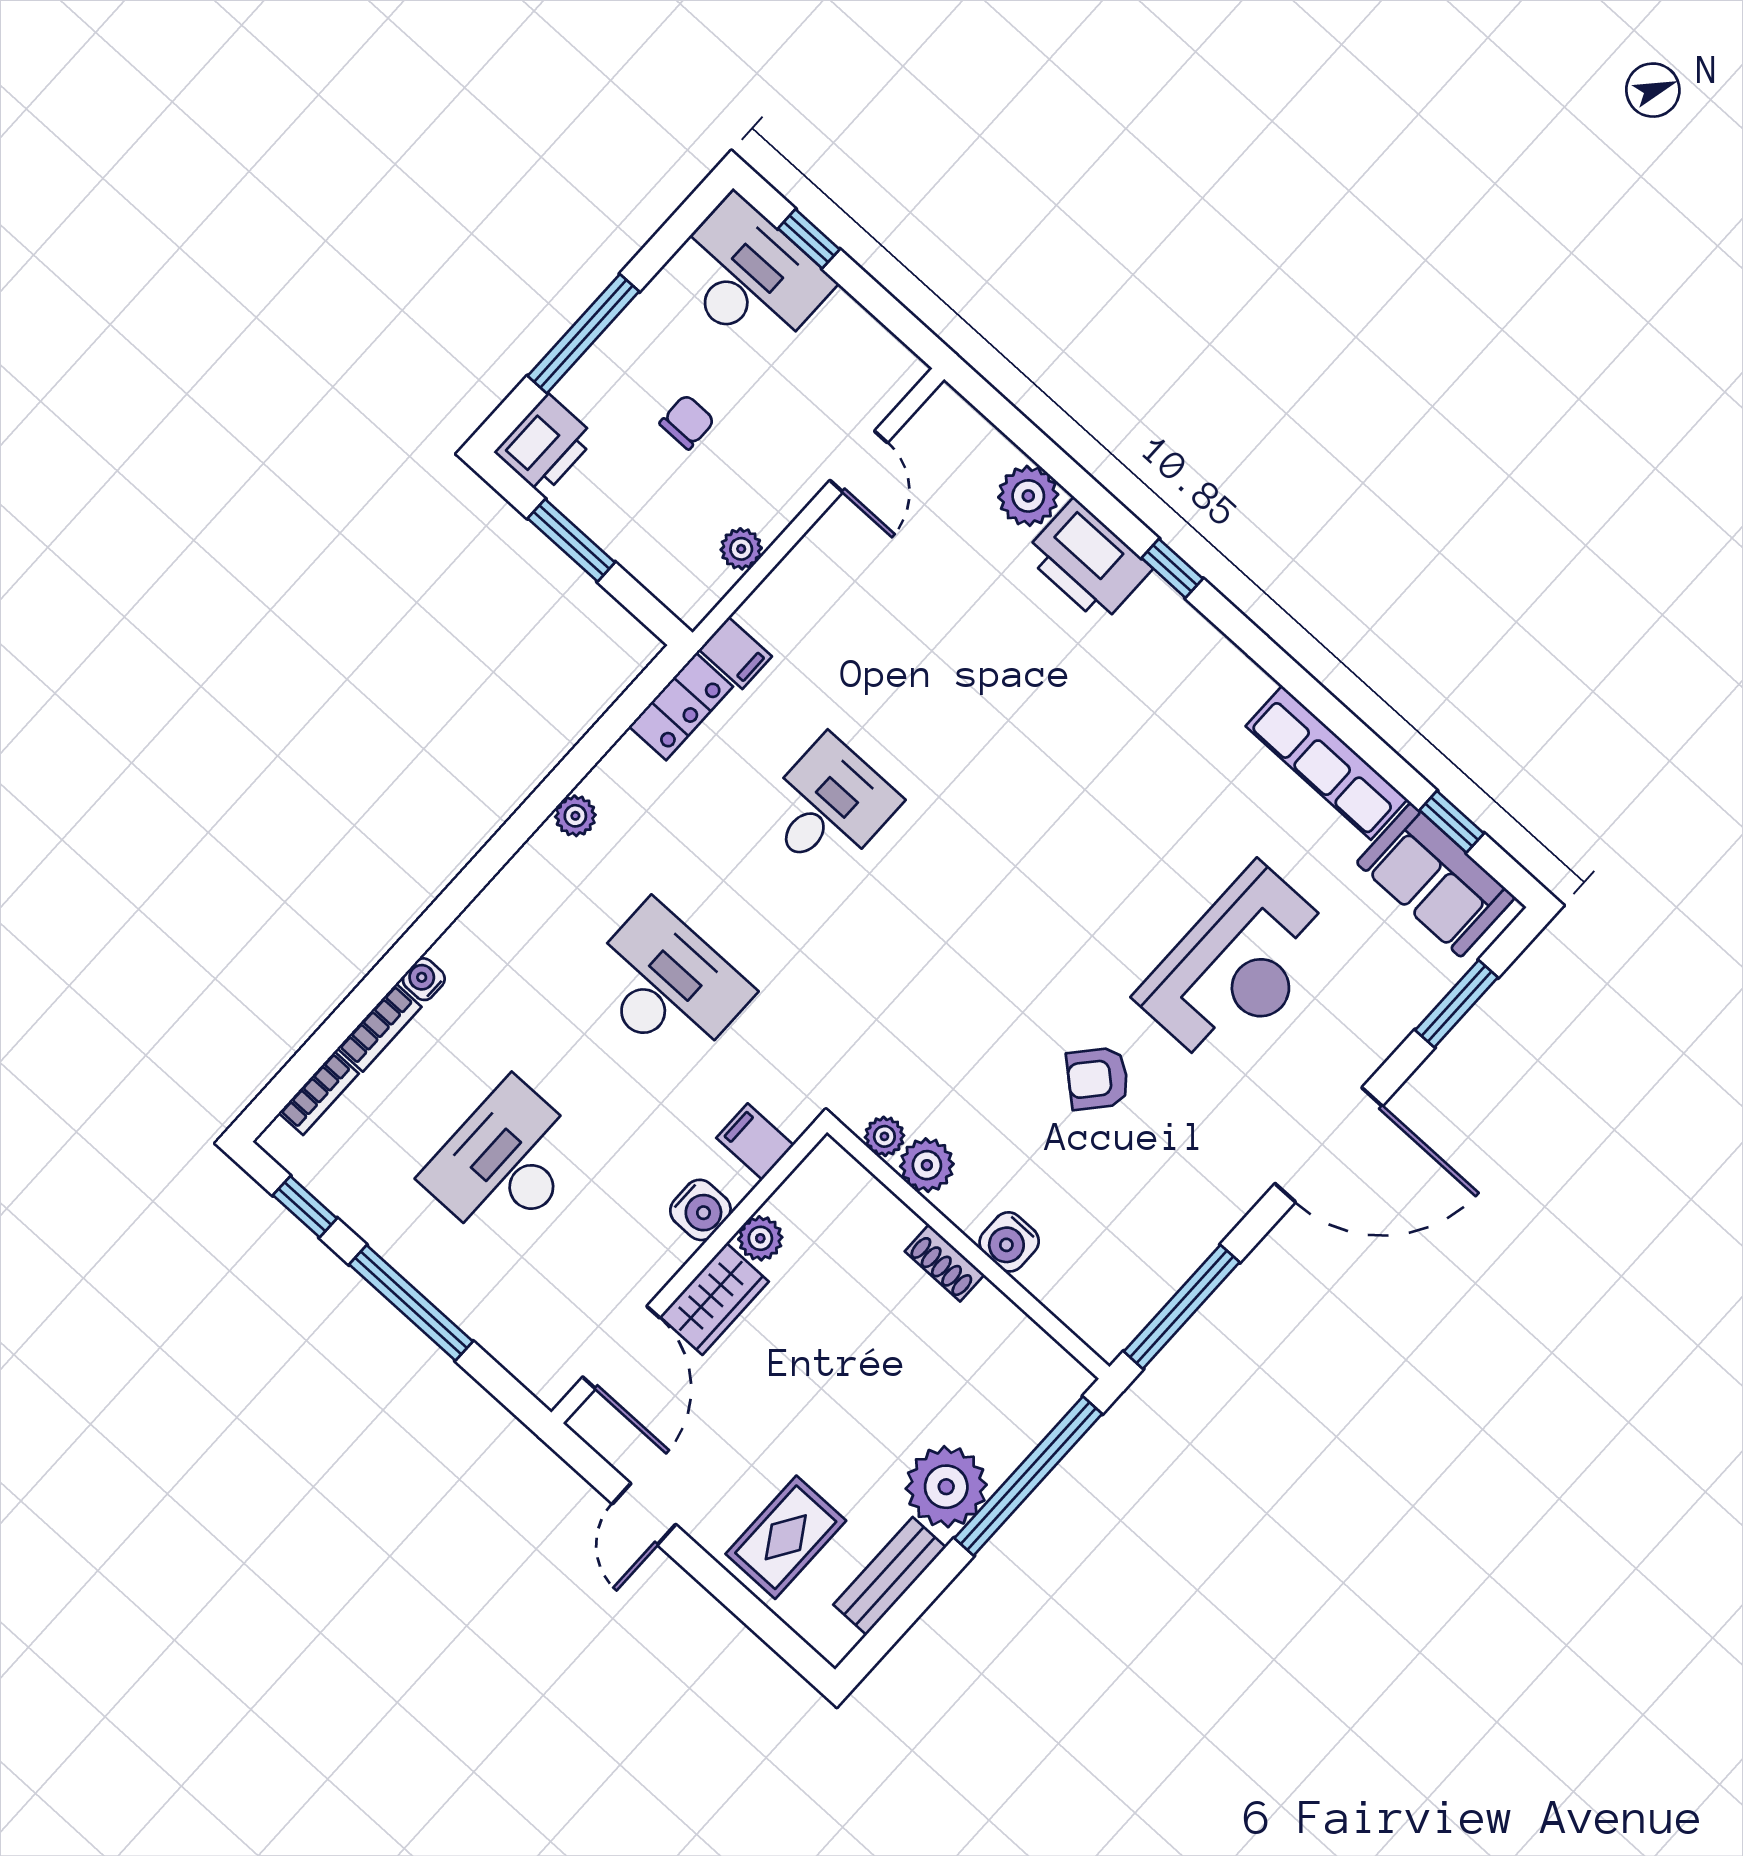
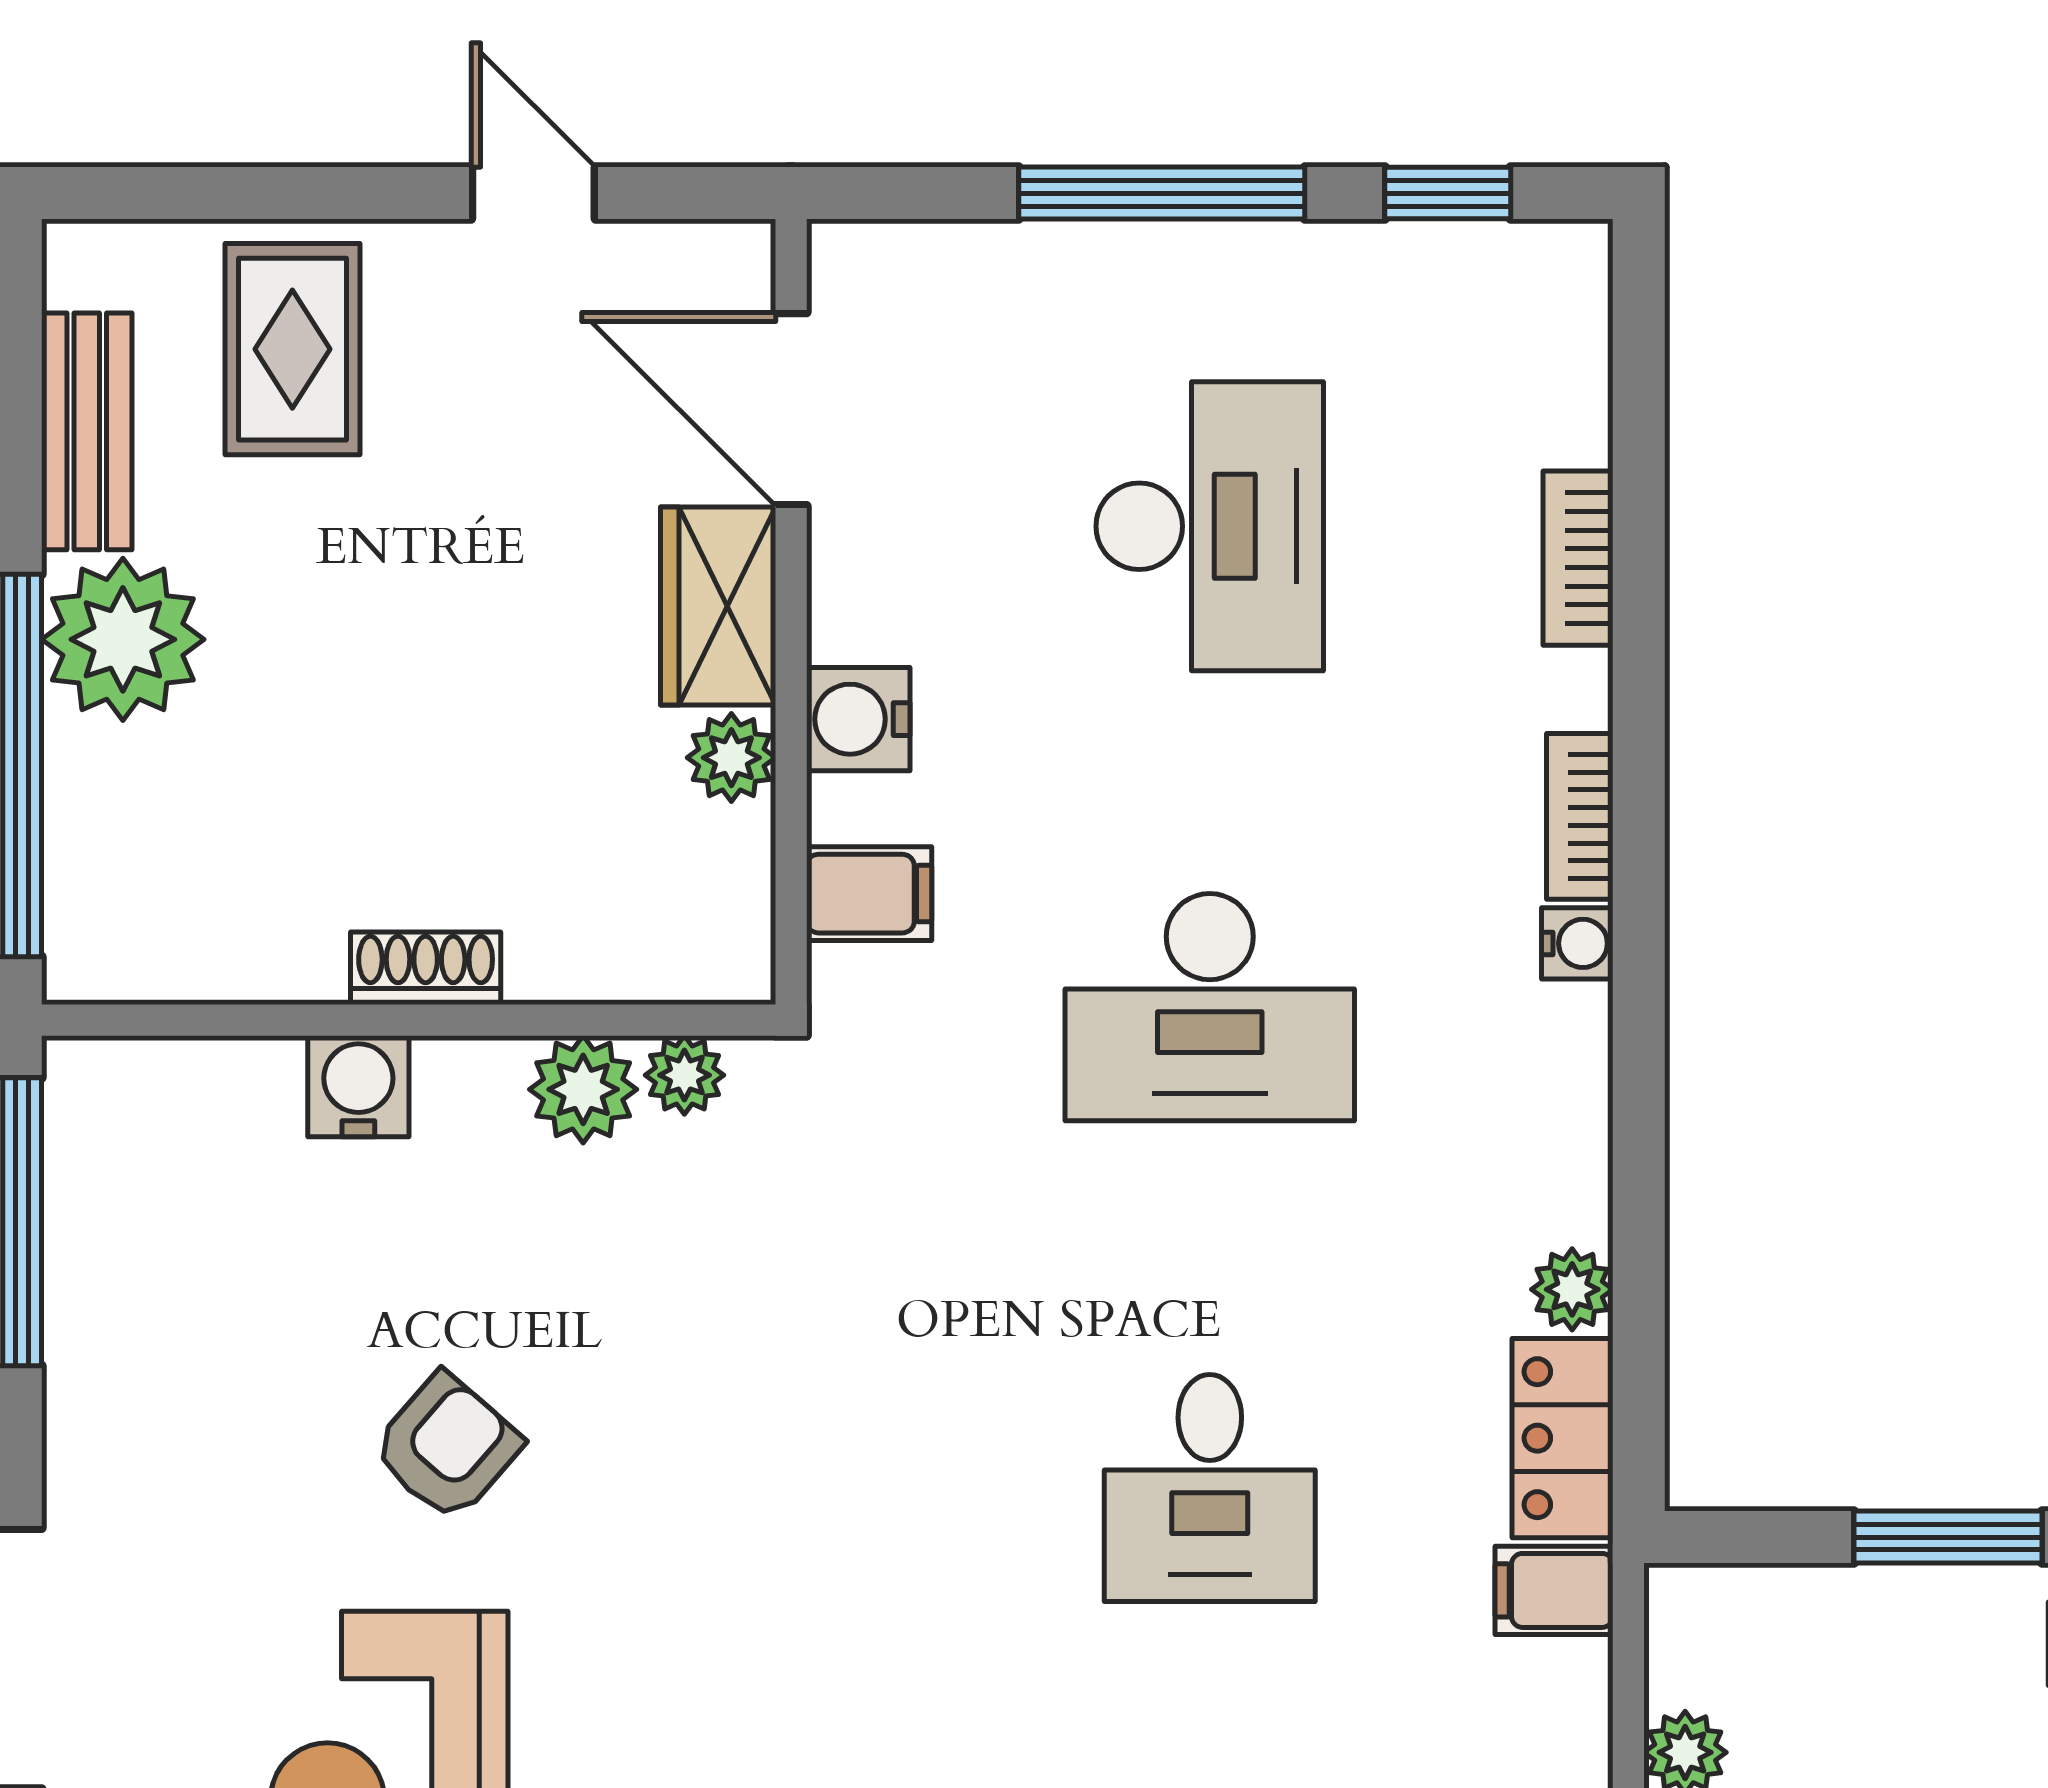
plant: (575, 816) -> (1572, 1289), moved
water cooler: (424, 979) -> (1577, 943), moved
bookcase: (319, 1093) -> (1580, 816), moved

